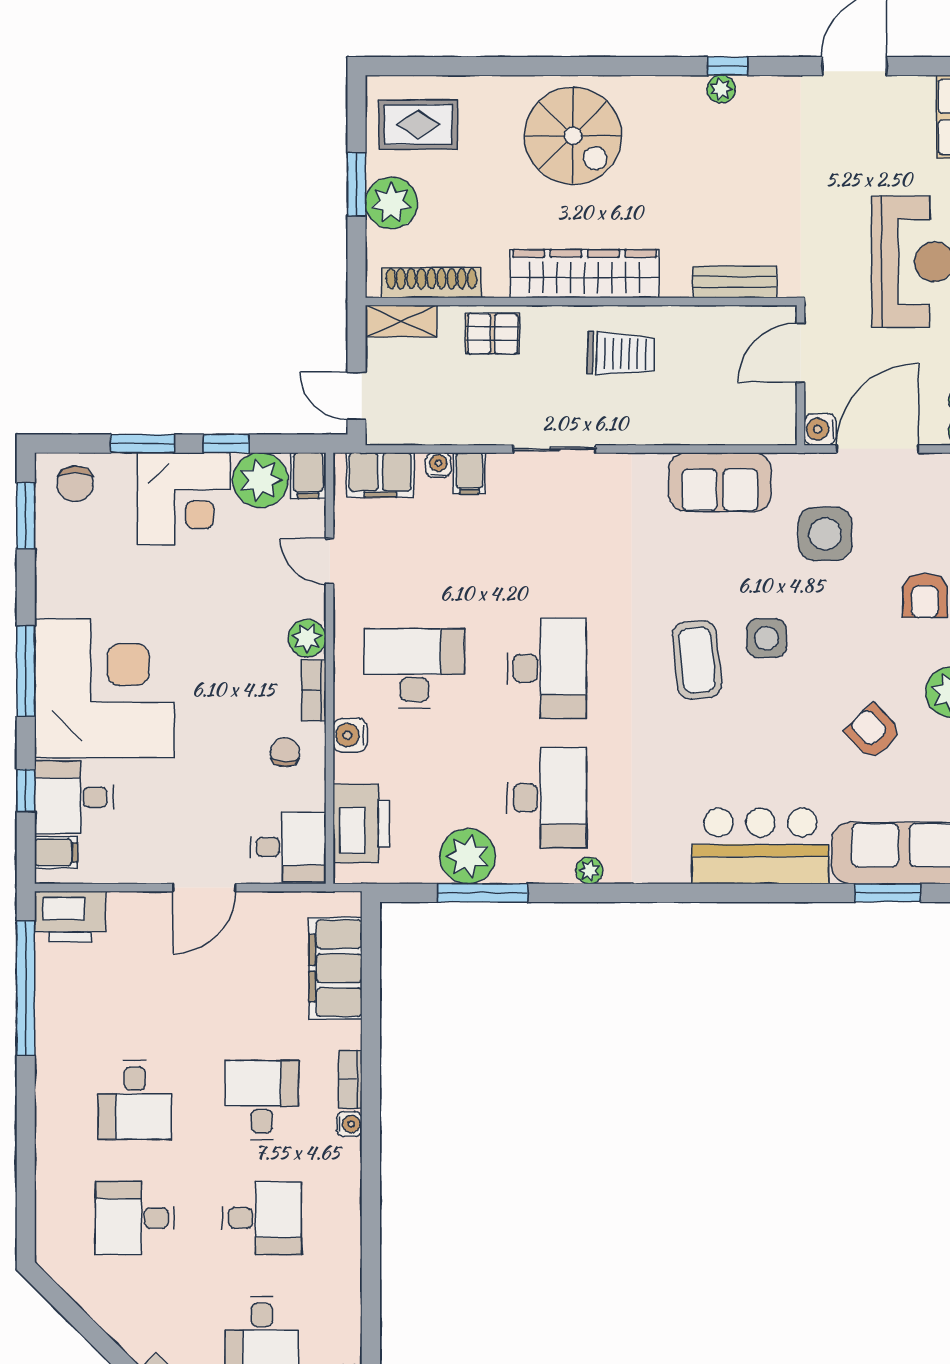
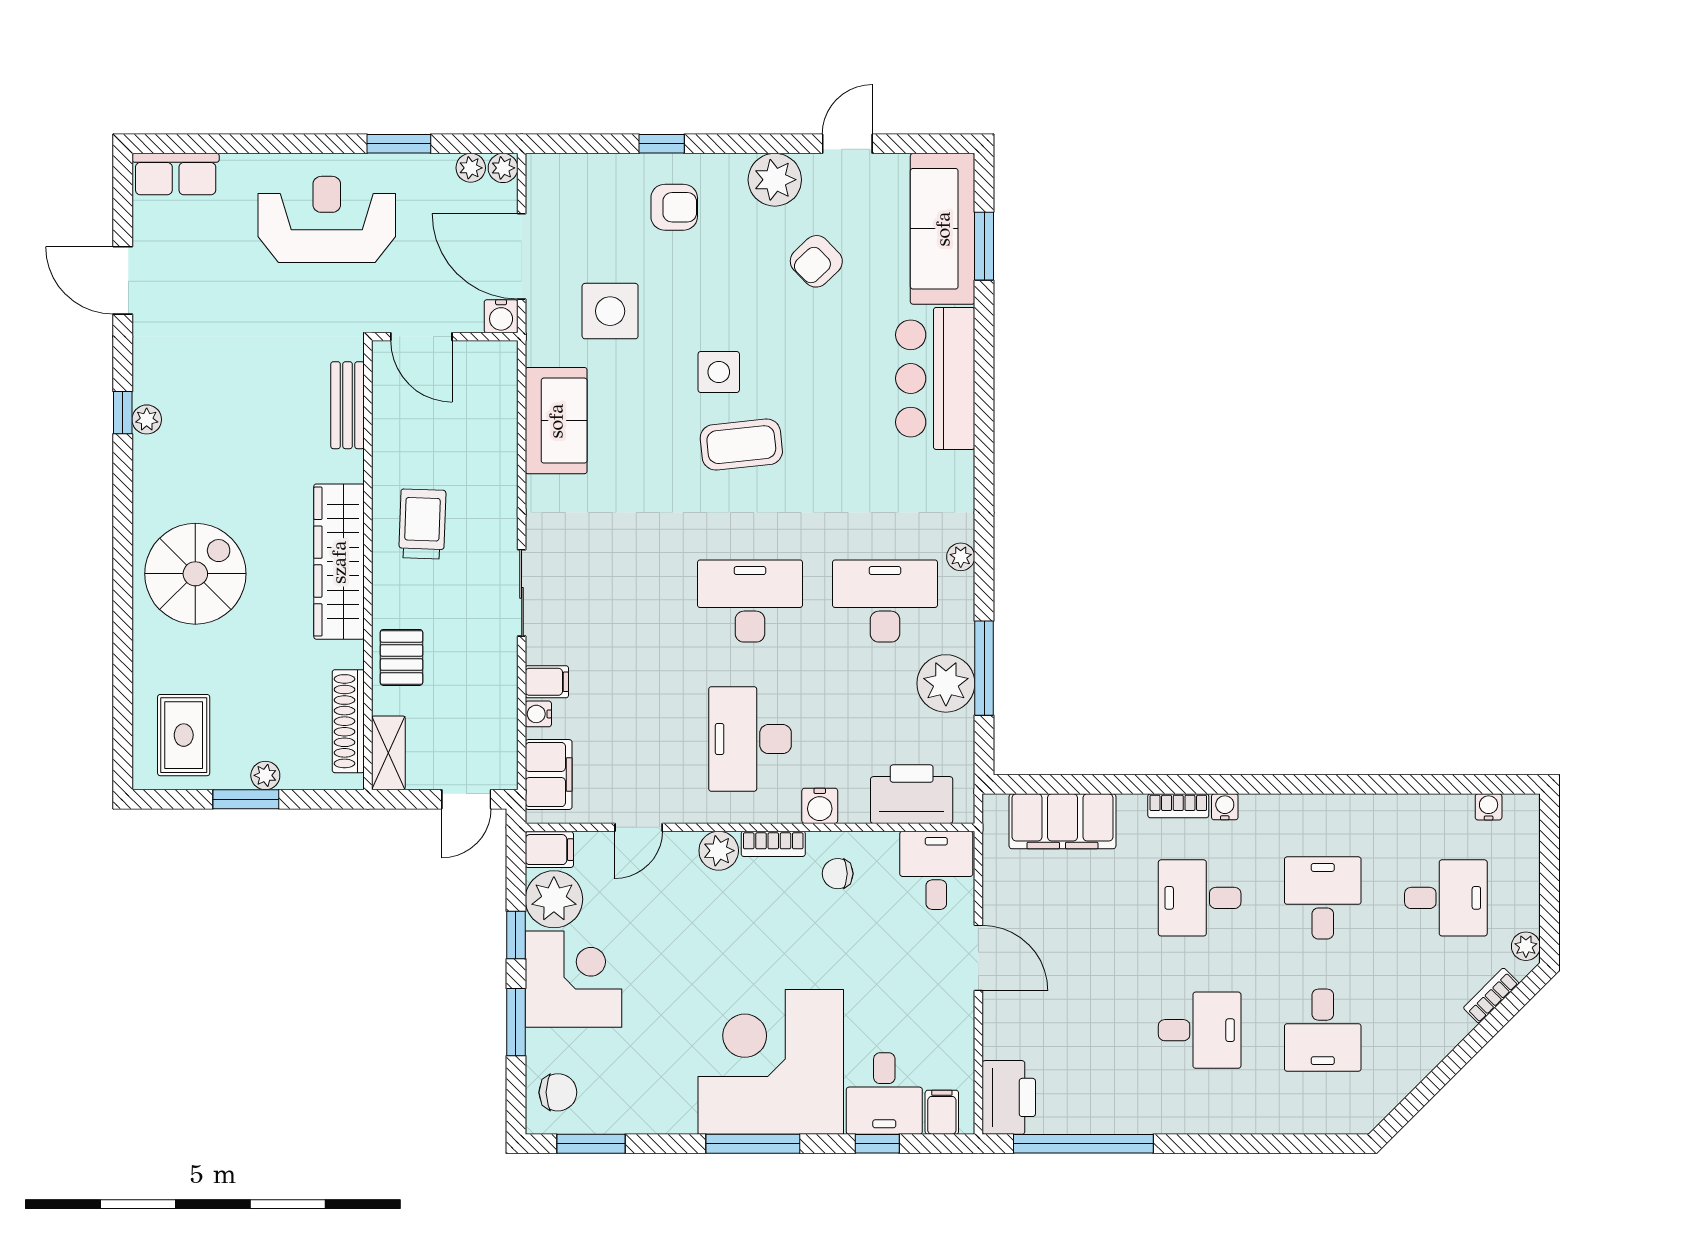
plant: (391, 203) -> (265, 775), width x0.53, depth x0.53

